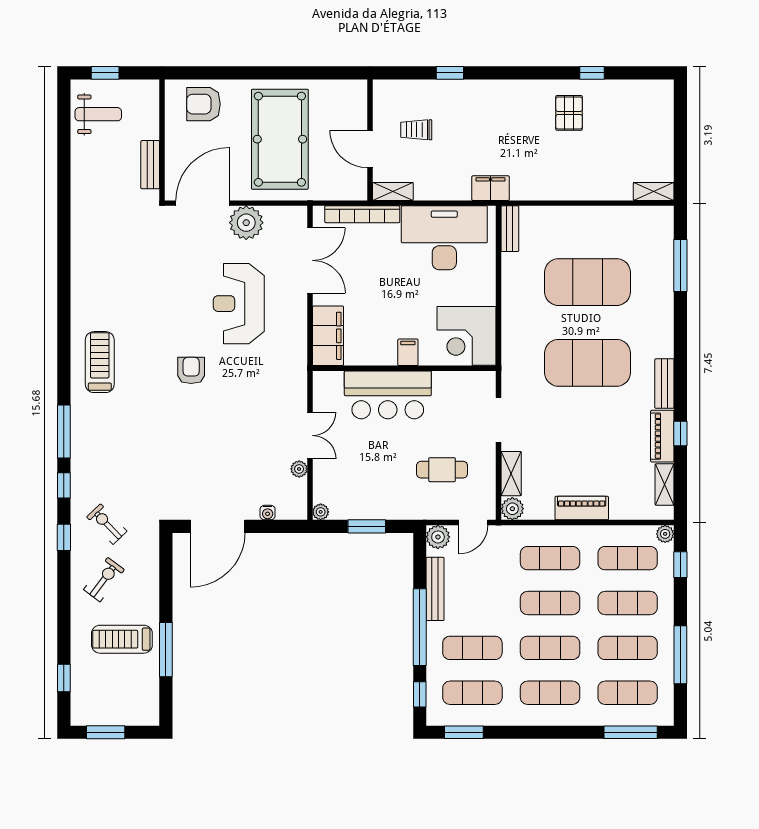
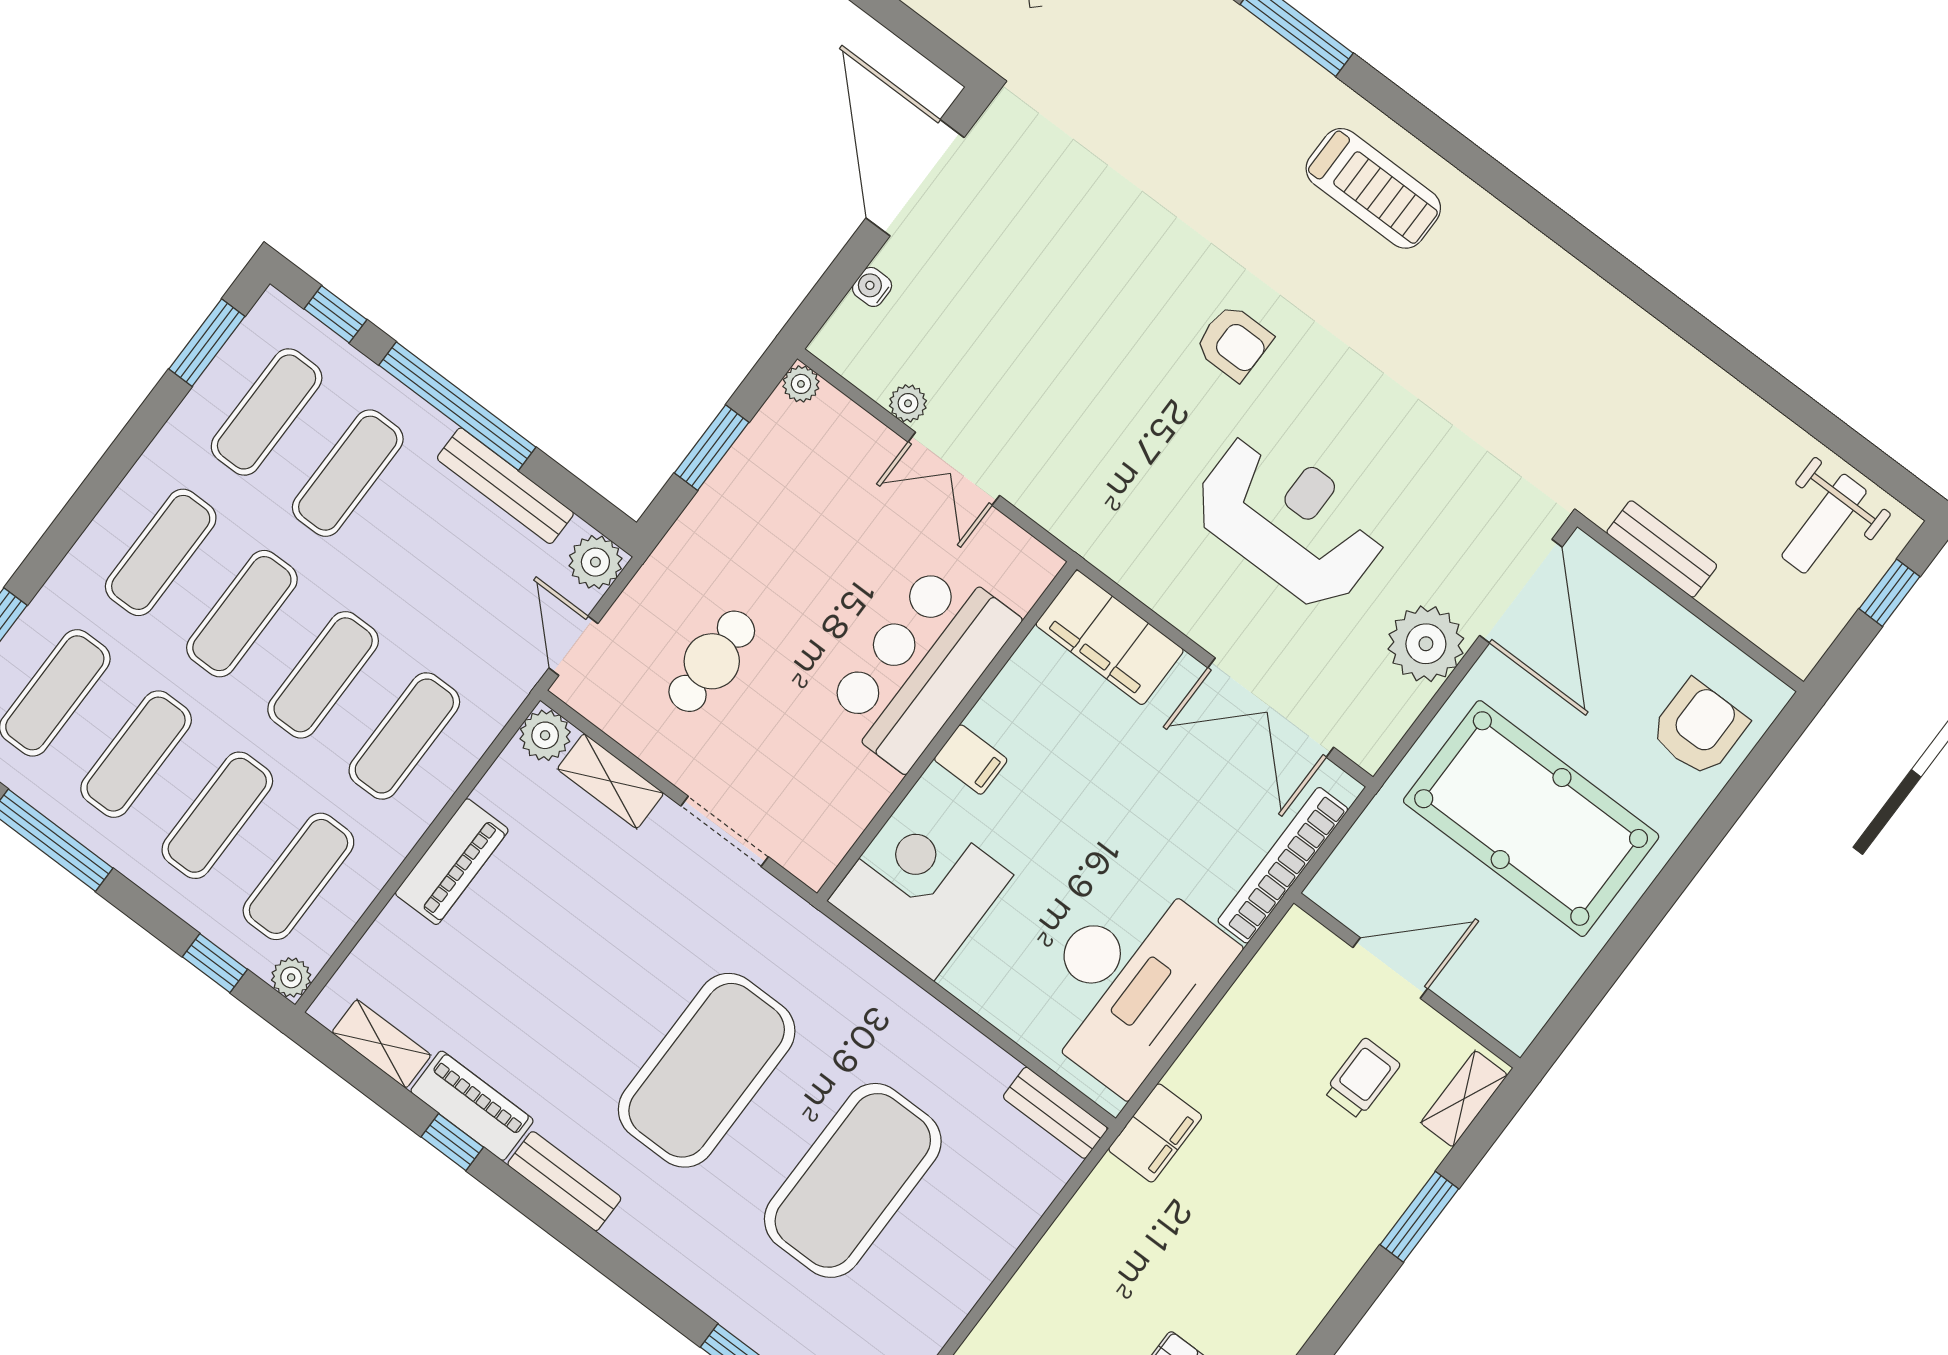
window: (450, 73) -> (1419, 1217), width x1.50
shelving: (393, 191) -> (1464, 1099), moved

